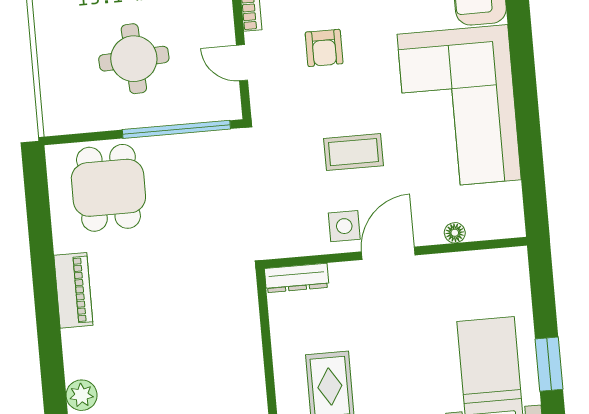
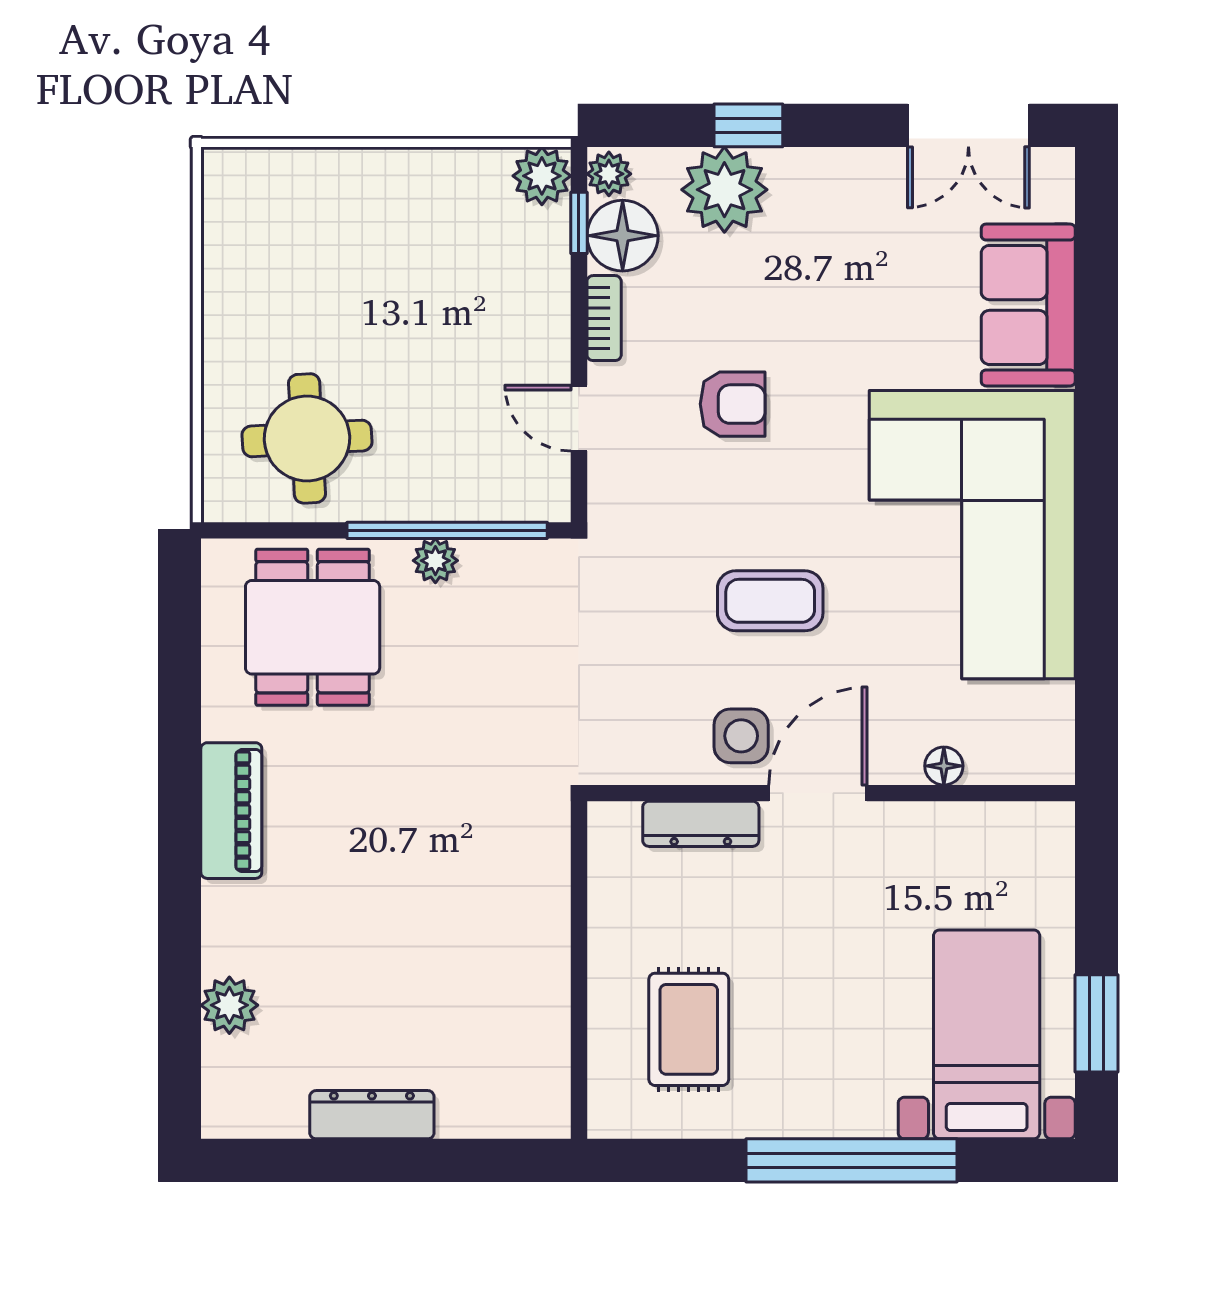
armchair: (324, 48) -> (733, 404), turned -90
round table: (134, 59) -> (307, 438), moved
plant: (171, 146) -> (435, 561), added
dresser: (297, 278) -> (701, 824), moved

